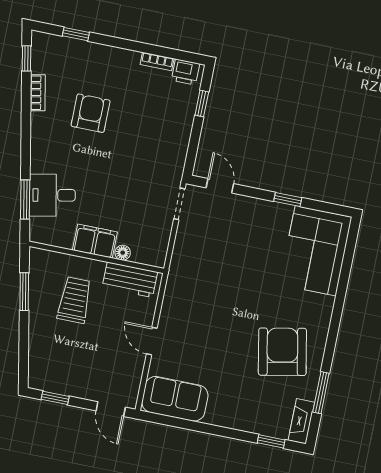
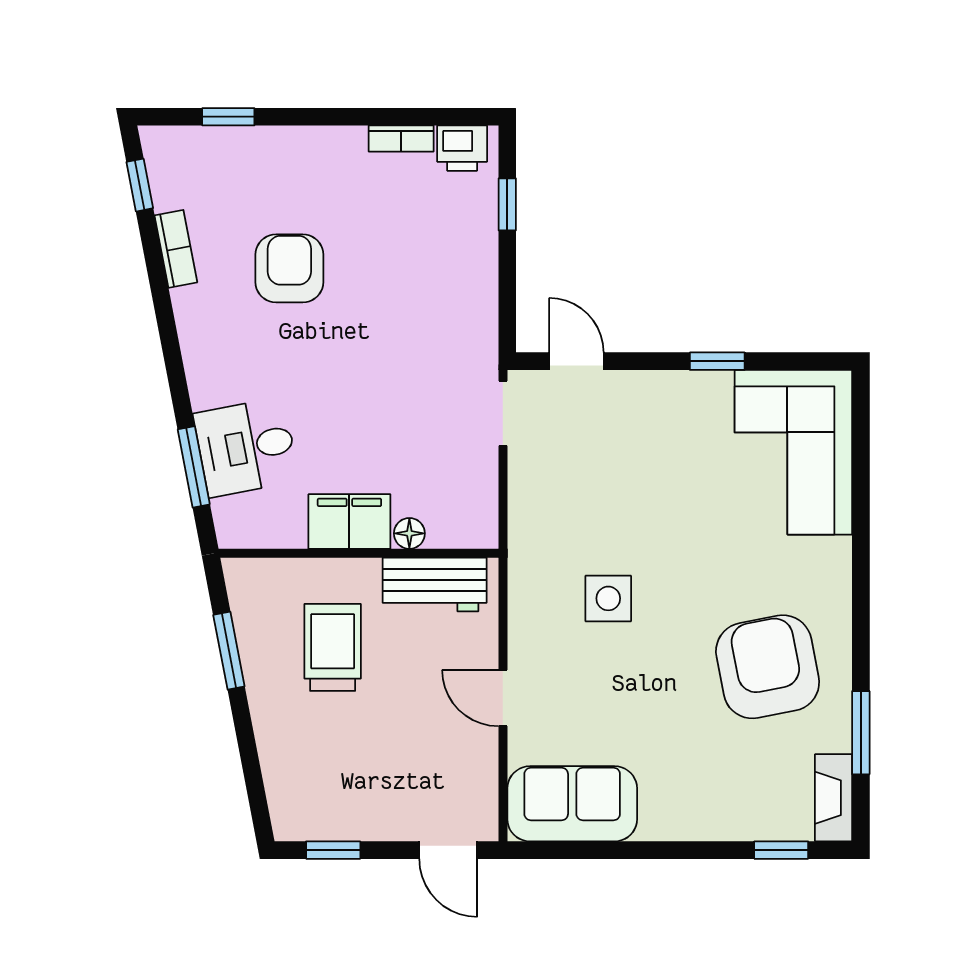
side table: (212, 303) -> (608, 598), added

